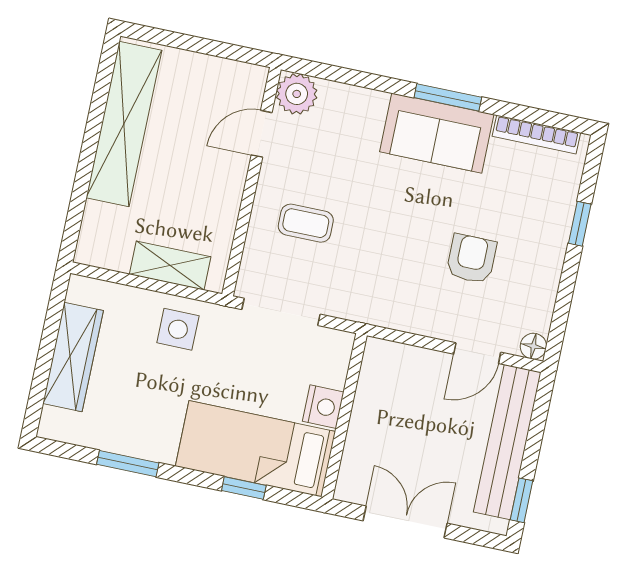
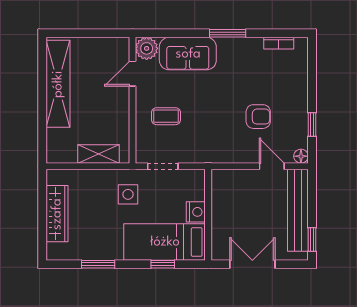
sofa: (437, 133) -> (188, 54), moved
bookcase: (536, 135) -> (279, 43), width x0.64
window: (580, 224) -> (312, 125), moved
armchair: (471, 259) -> (258, 117), turned 90
doorway: (281, 312) -> (163, 166), width x0.73
side table: (178, 329) -> (128, 194), moved
door: (477, 353) -> (272, 166), swing flipped

